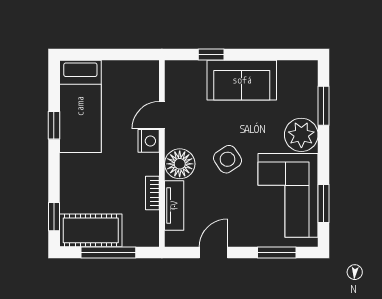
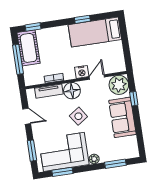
plant: (182, 78) -> (119, 85), added
door: (162, 115) -> (97, 77), hinge flipped
plant: (301, 135) -> (94, 159), width x0.53, depth x0.53

